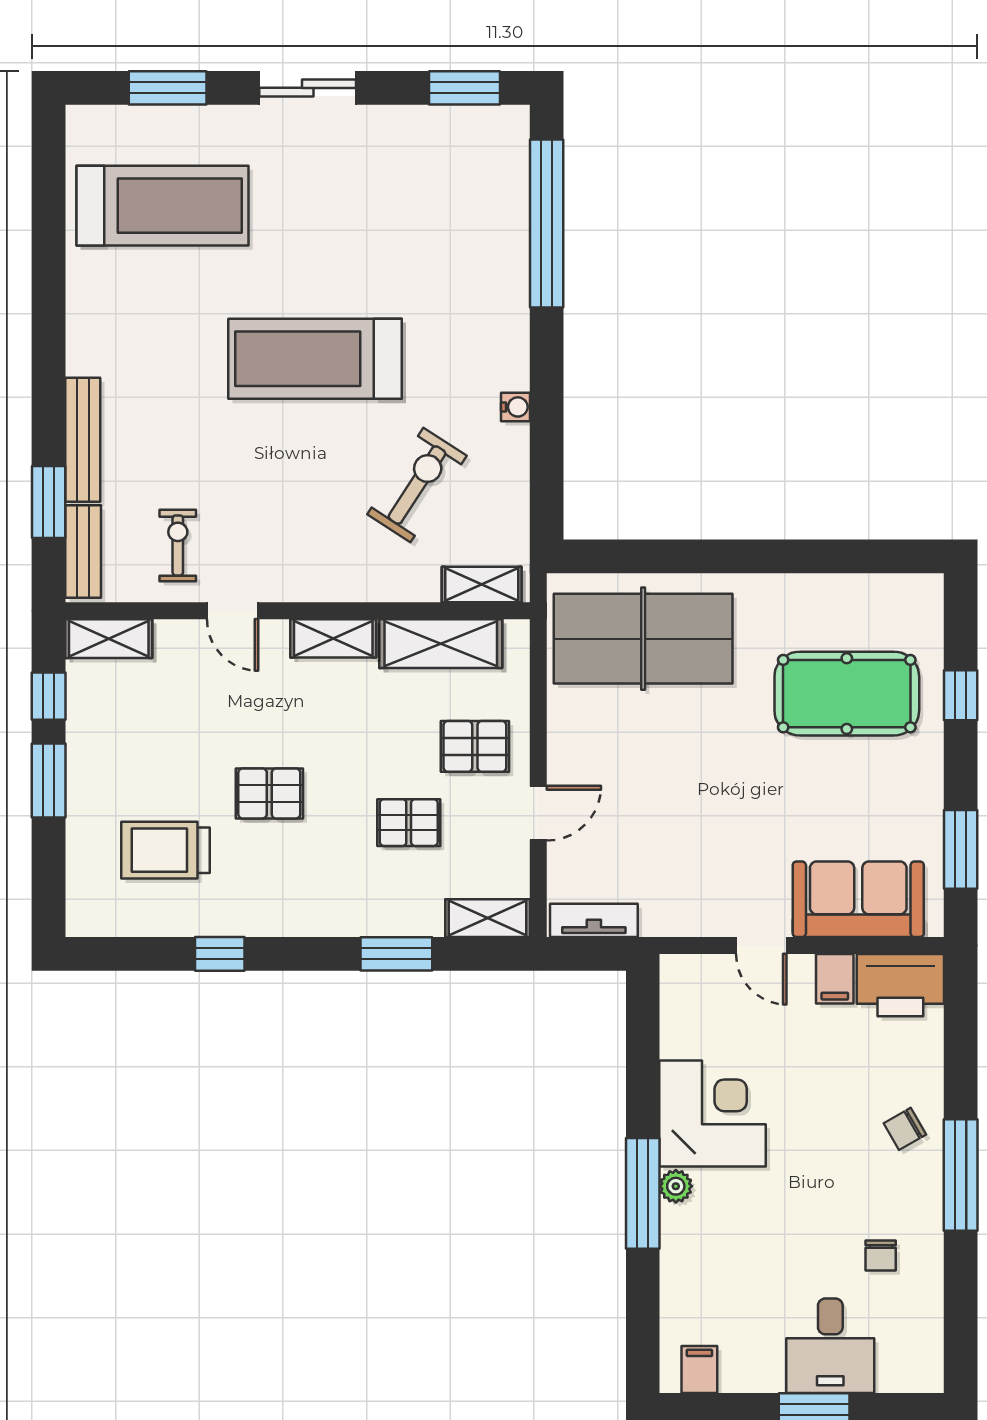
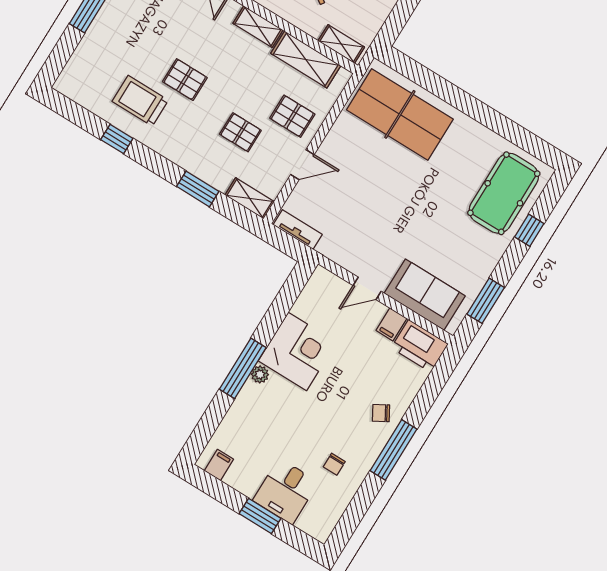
pool table: (847, 694) -> (504, 193), moved, turned 90
trolley: (166, 850) -> (140, 101), moved
door: (761, 945) -> (367, 288), hinge flipped

